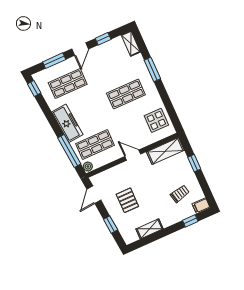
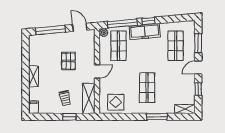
door: (80, 49) -> (198, 68), hinge flipped
window: (34, 88) -> (149, 21), moved
trolley: (180, 194) -> (65, 98), moved
pallet: (127, 200) -> (68, 61), moved, turned 90
window: (190, 221) -> (26, 94), removed
window: (111, 225) -> (50, 30), width x2.17
shelving: (150, 229) -> (34, 76), moved

